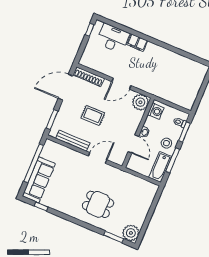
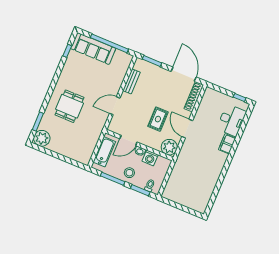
washing machine: (156, 111) -> (150, 158), moved
rug: (93, 115) -> (158, 119), moved
bench: (73, 141) -> (131, 81), width x0.73
door: (98, 158) -> (115, 106), swing flipped
bathtub: (160, 167) -> (104, 152), moved, turned 90

